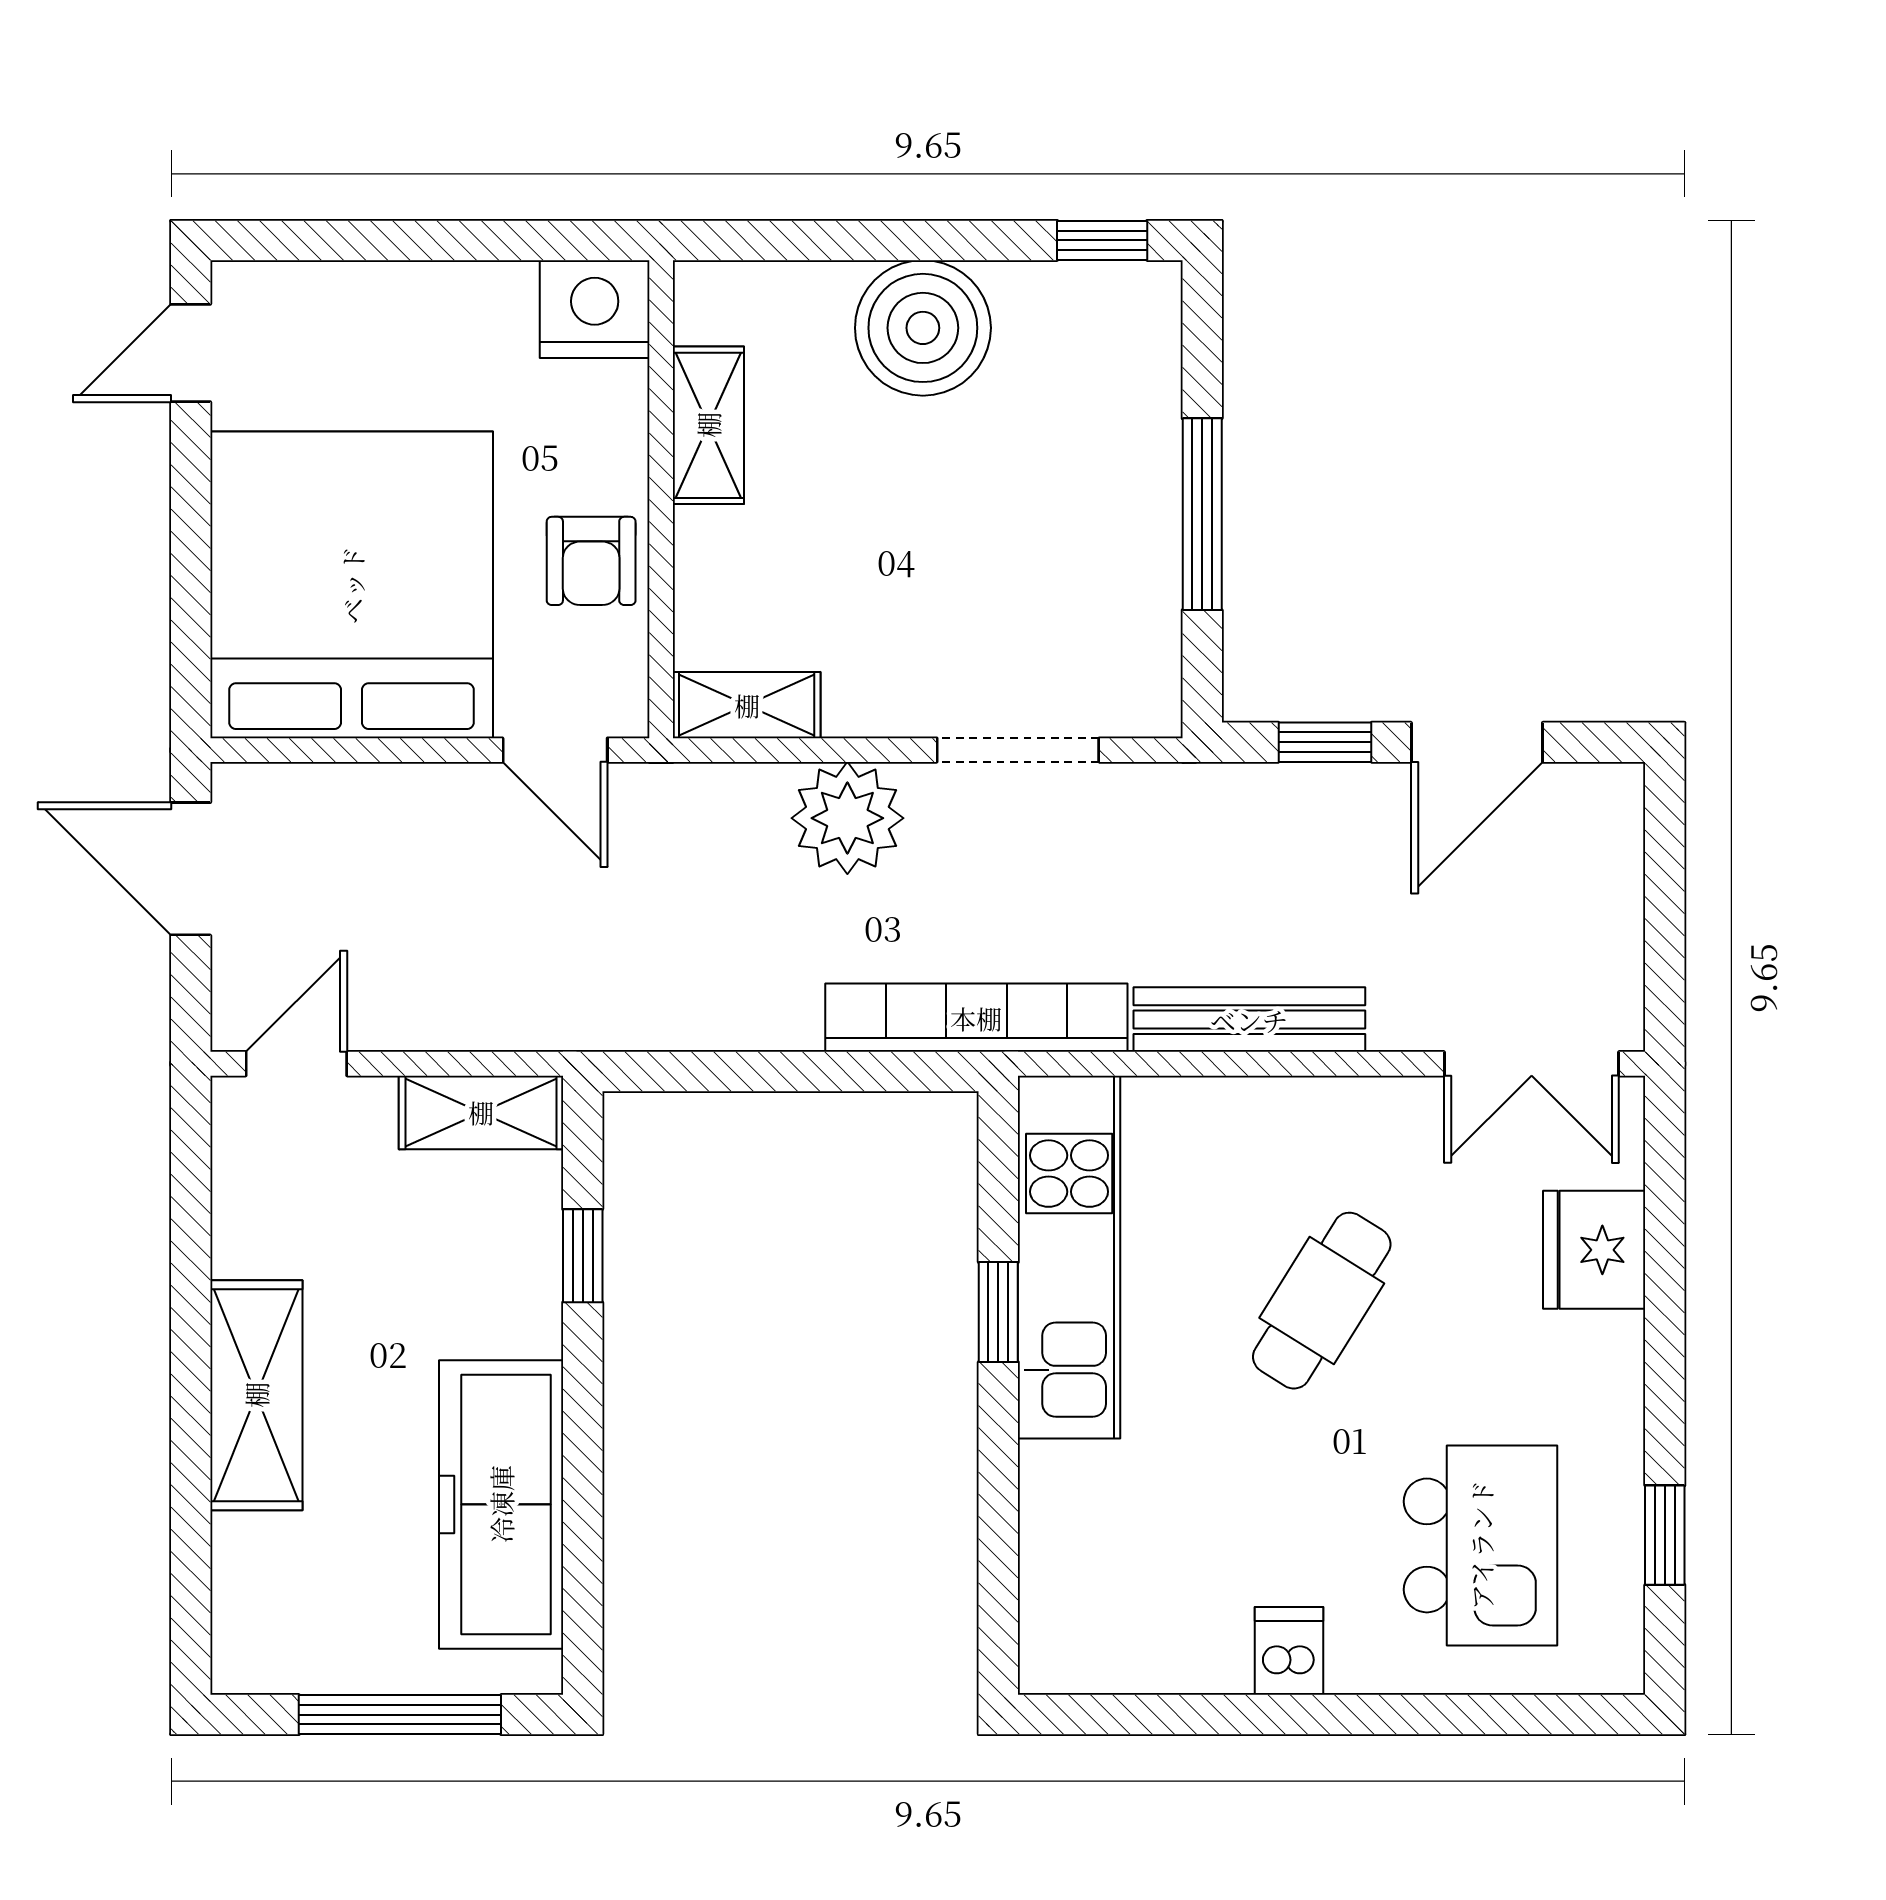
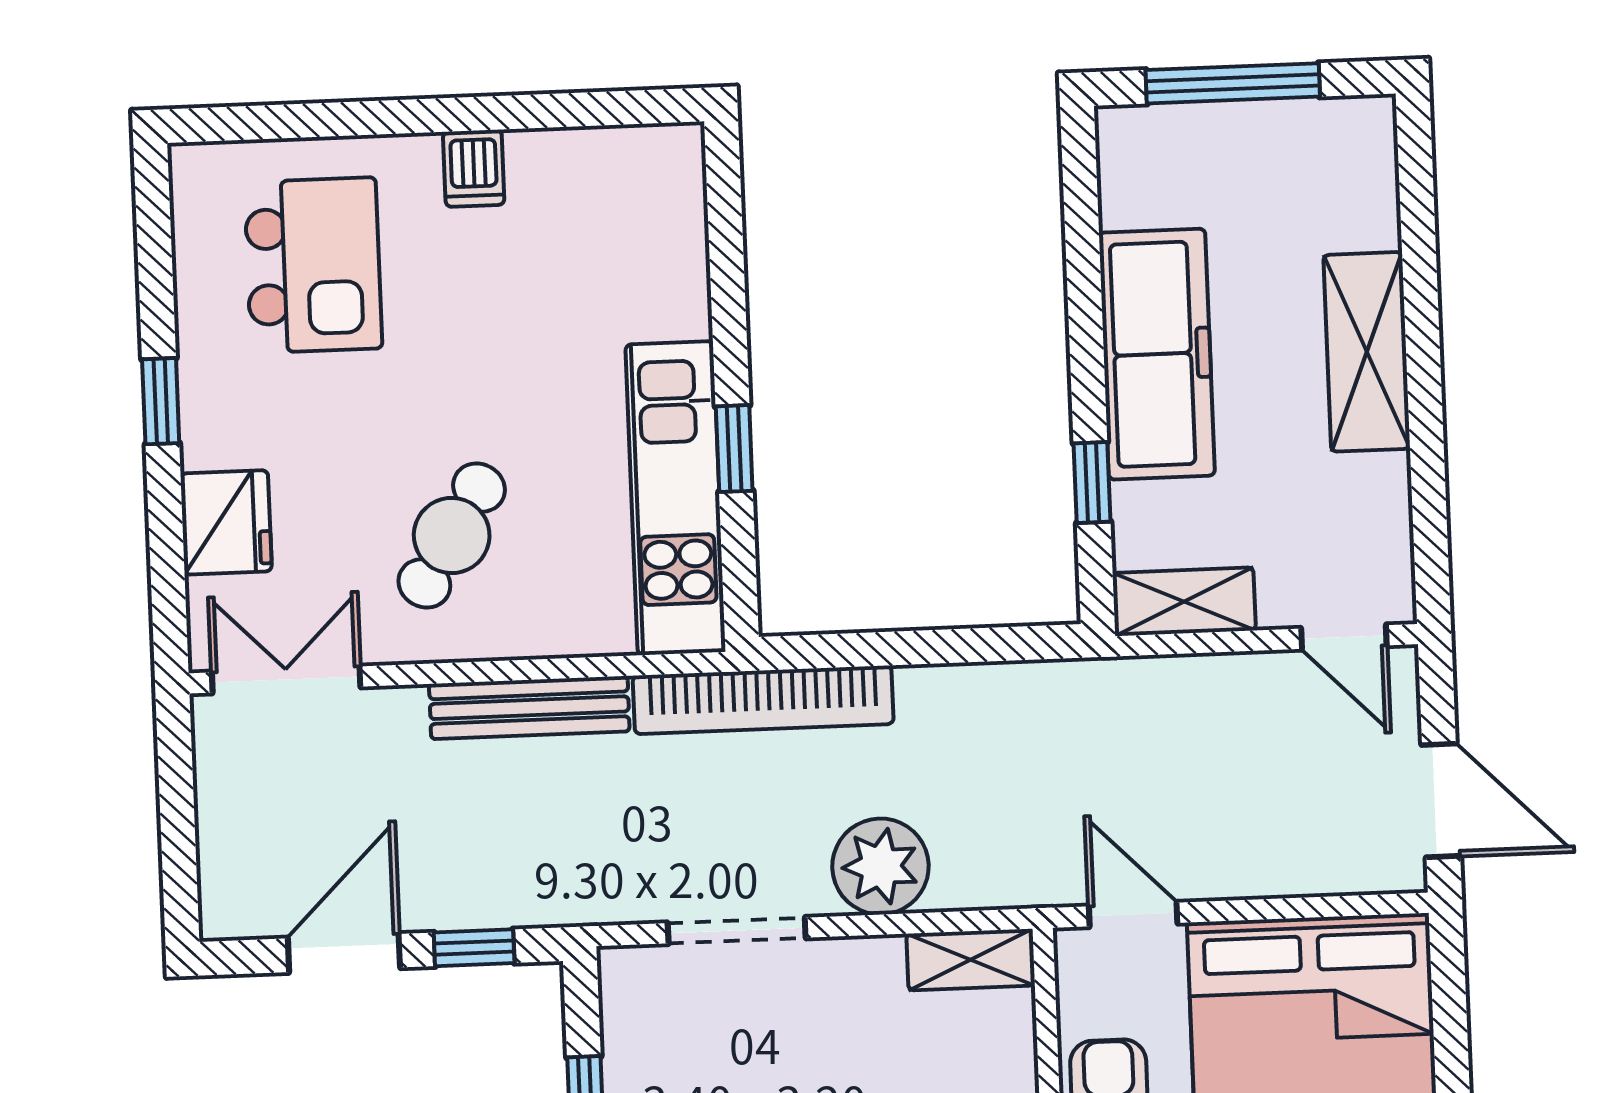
door: (296, 1064) -> (1344, 637), hinge flipped
cafe table: (1322, 1301) -> (452, 536), moved
freezer: (501, 1504) -> (1157, 354), moved
window: (1665, 1535) -> (161, 401), moved
kitchen island: (1481, 1545) -> (313, 265), turned 180

